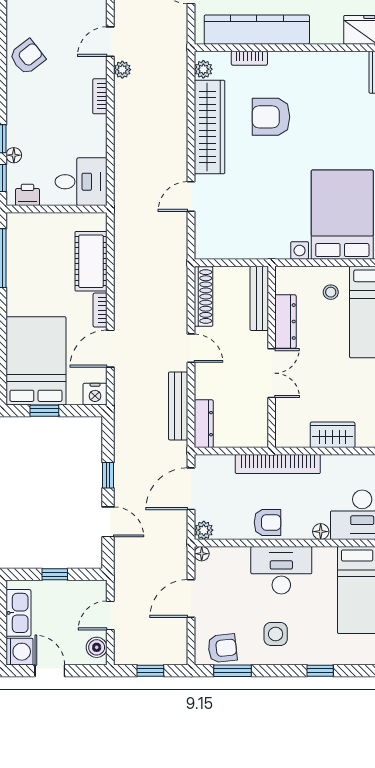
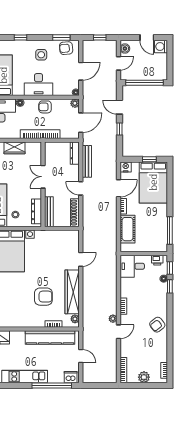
dresser: (286, 322) -> (37, 211), moved
window: (55, 574) -> (144, 83), width x3.17
kitchen sink: (18, 613) -> (161, 65), removed

